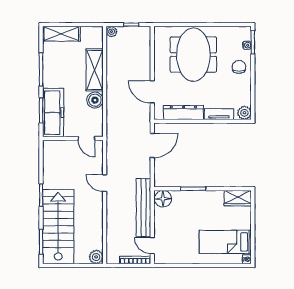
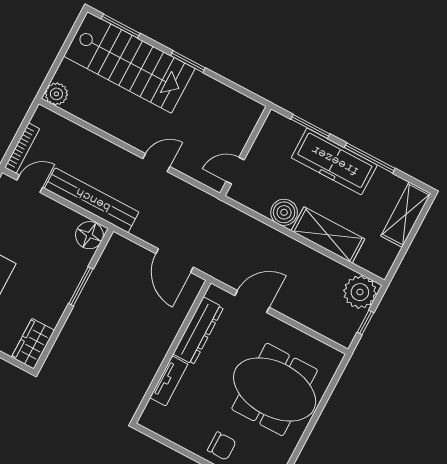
plant: (112, 32) -> (360, 292), width x1.88, depth x1.88
freezer: (53, 113) -> (334, 161), moved
plant: (244, 113) -> (151, 419), removed

